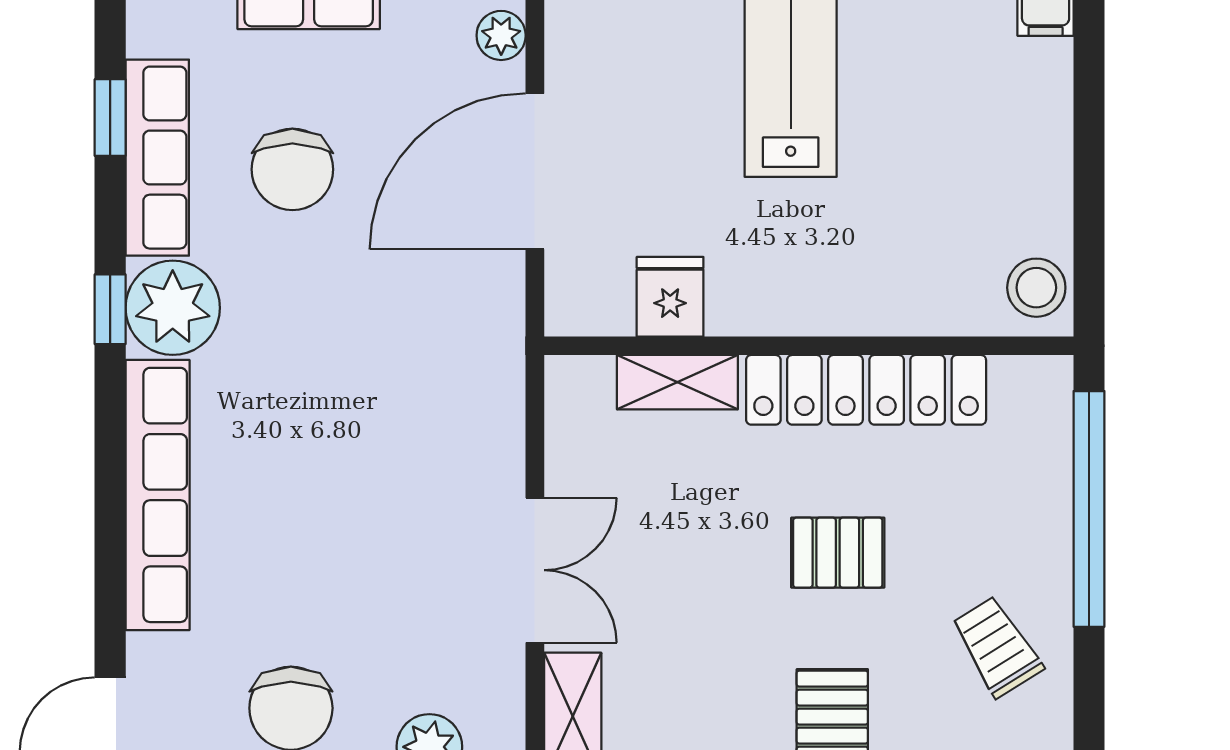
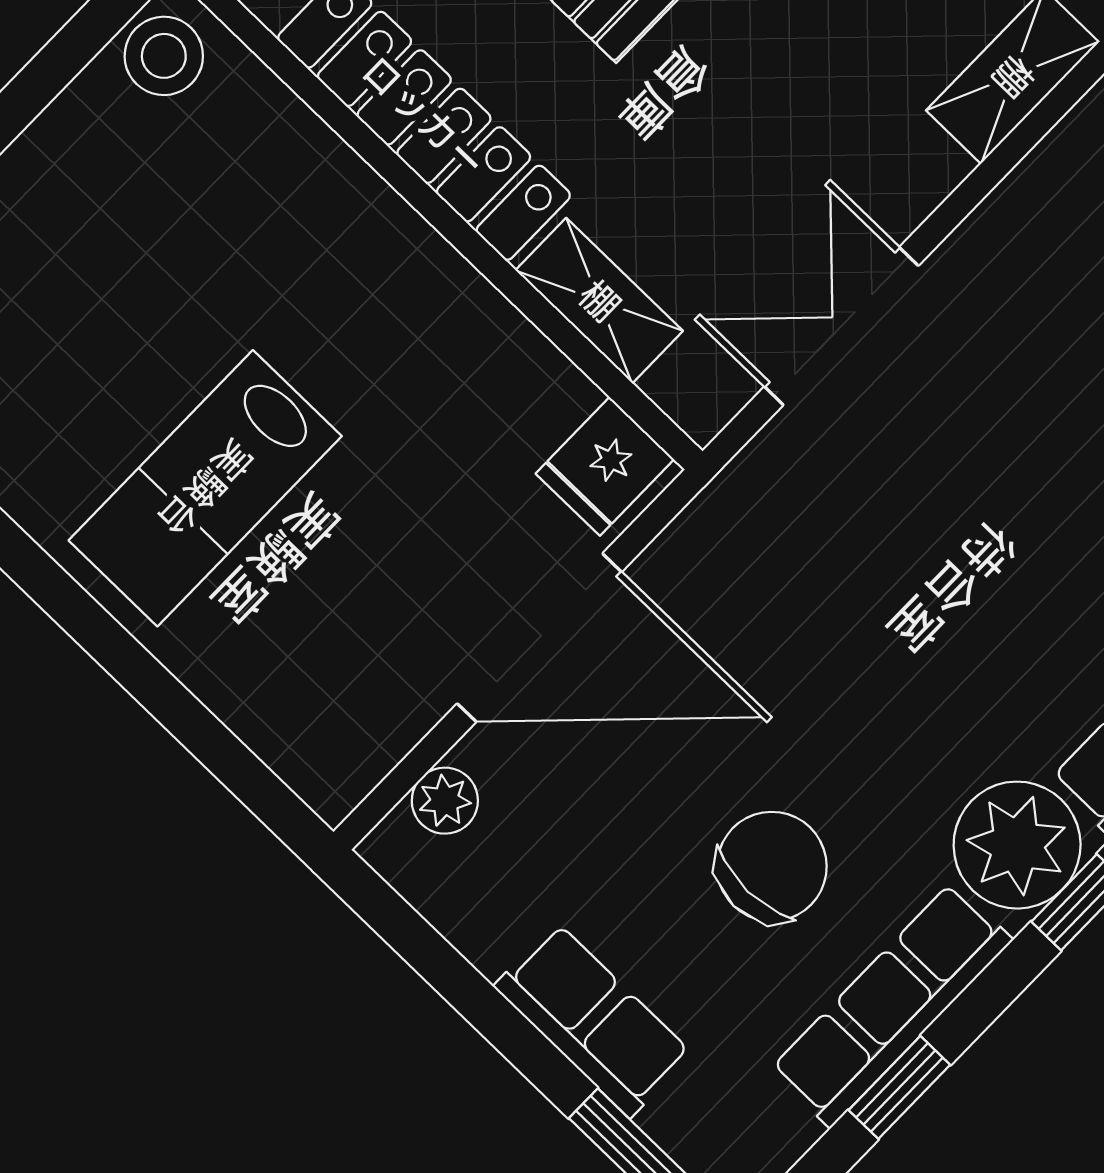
fridge: (670, 297) -> (605, 466), moved
double door: (535, 570) -> (841, 326), moved

